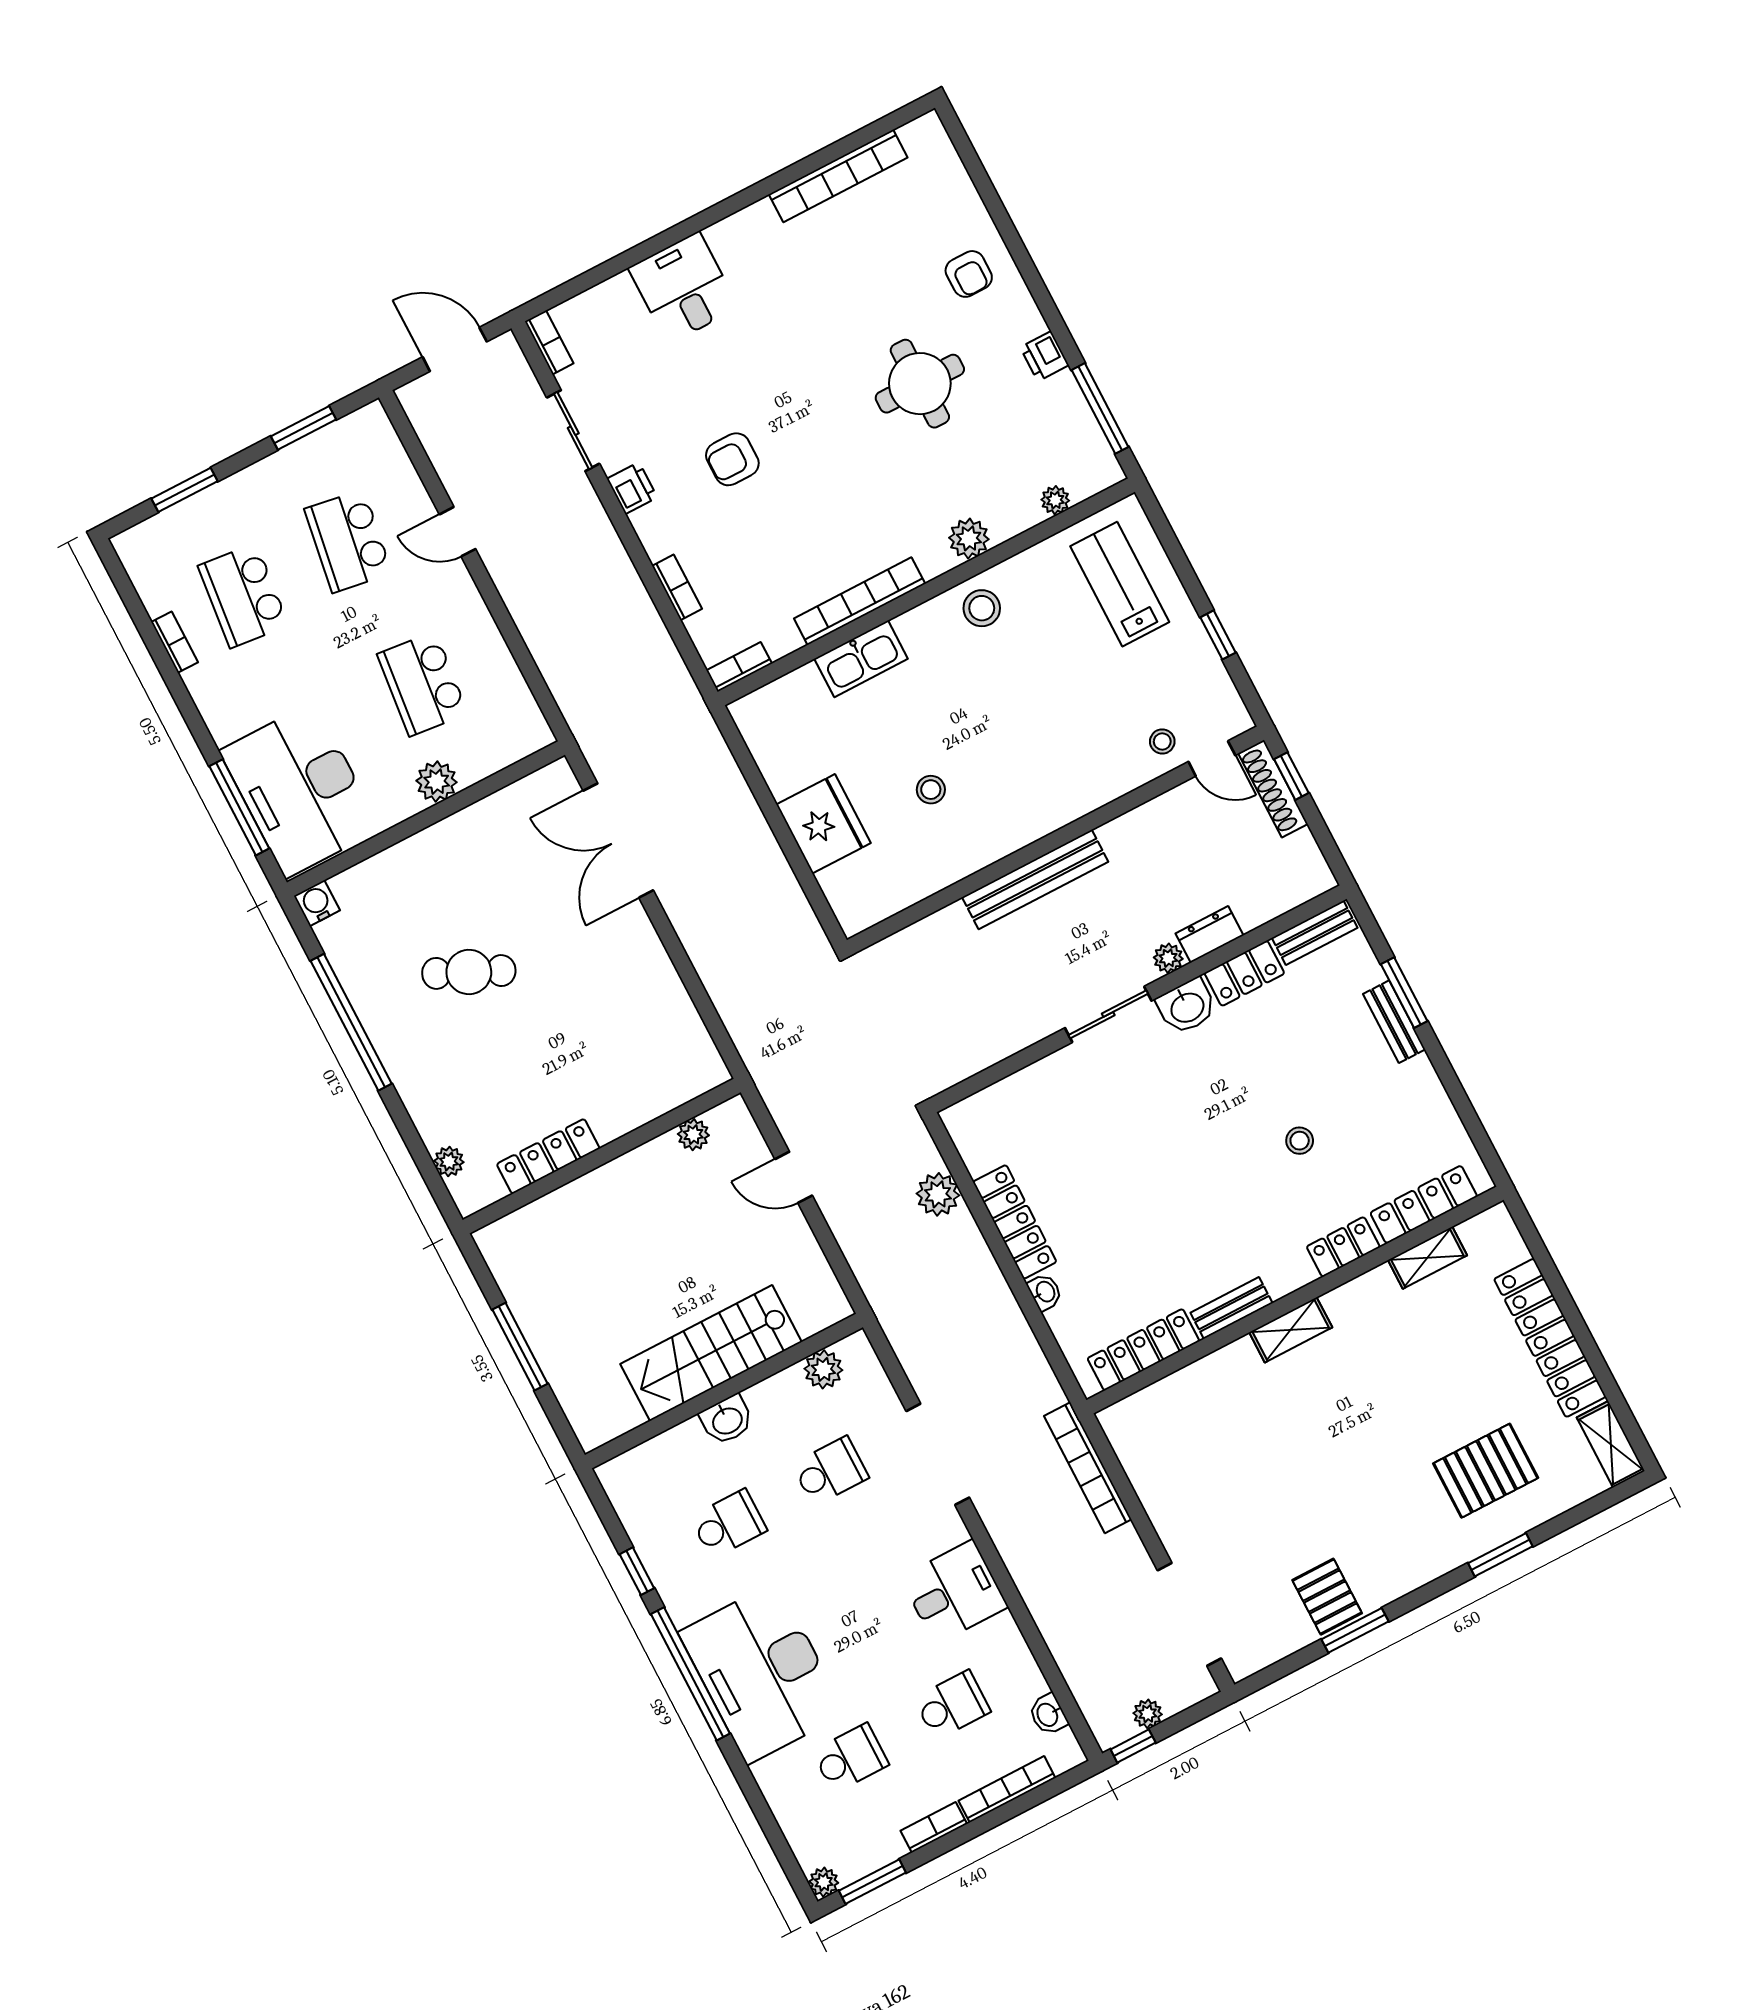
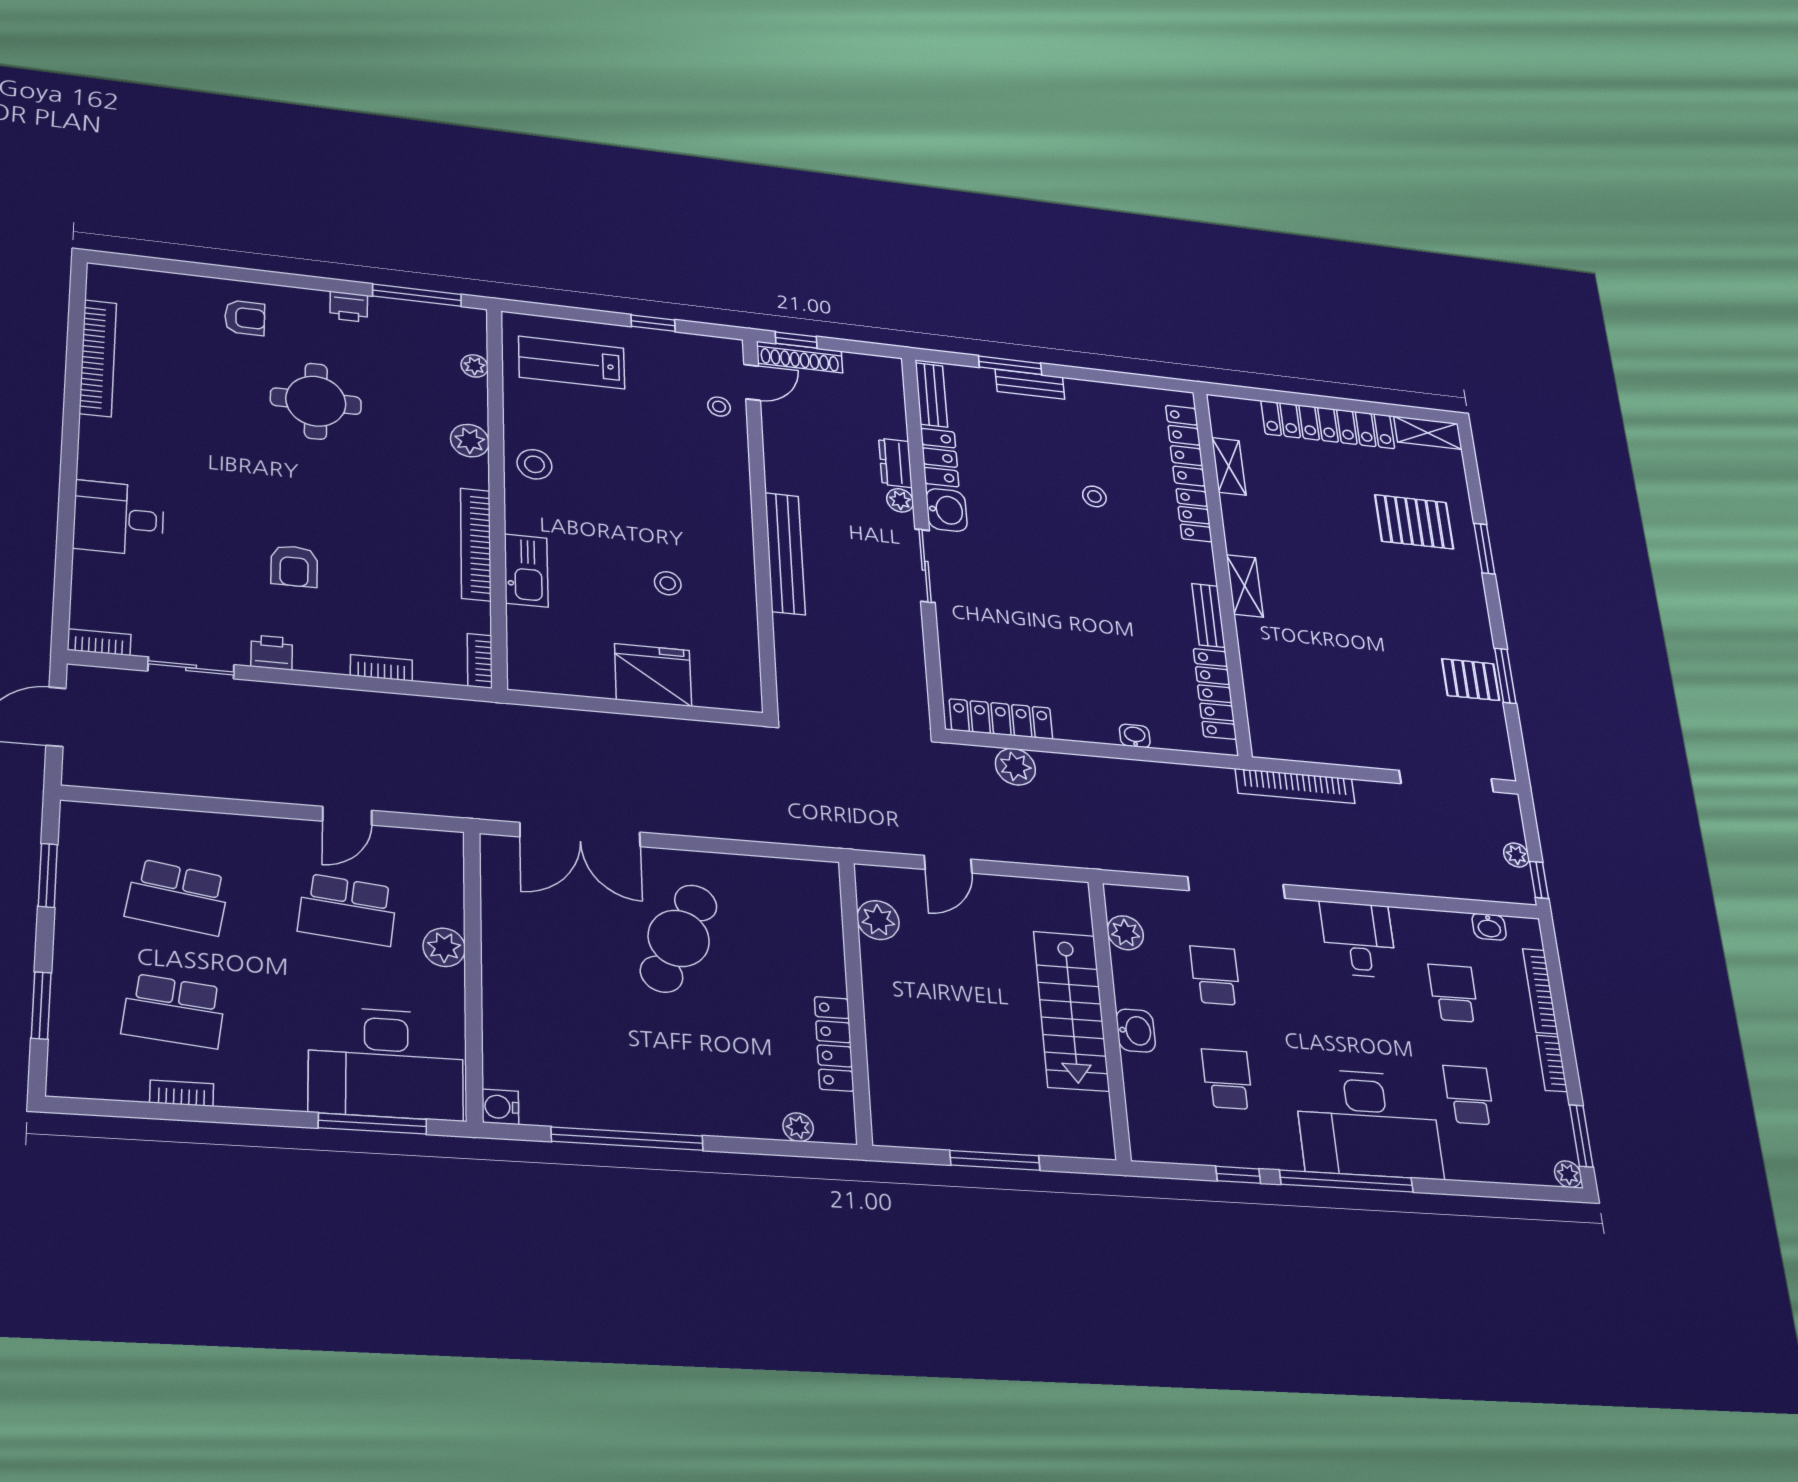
door: (458, 532) -> (347, 816), moved
cafe table: (469, 972) -> (679, 938), moved, width x1.37, depth x1.35
plant: (693, 1135) -> (878, 920), width x1.38, depth x1.38
locker: (1015, 1222) -> (1001, 719), moved
pallet: (1486, 1471) -> (1414, 522), turned 90

